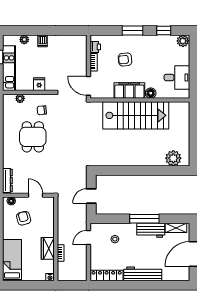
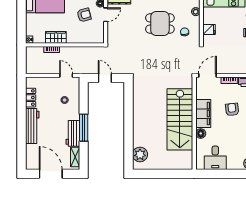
door: (36, 195) -> (106, 15), moved
locker: (107, 276) -> (31, 98), width x0.66

